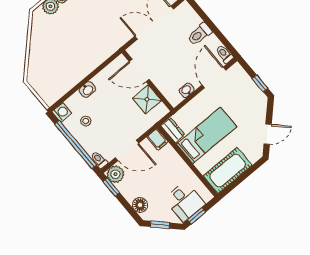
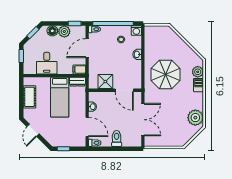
parasol: (83, 39) -> (166, 74), added
door: (139, 70) -> (124, 90), swing flipped
cot: (228, 170) -> (30, 97), width x0.73, depth x0.75
plant: (115, 174) -> (64, 31), moved
desk: (185, 201) -> (47, 63), moved, turned -90

